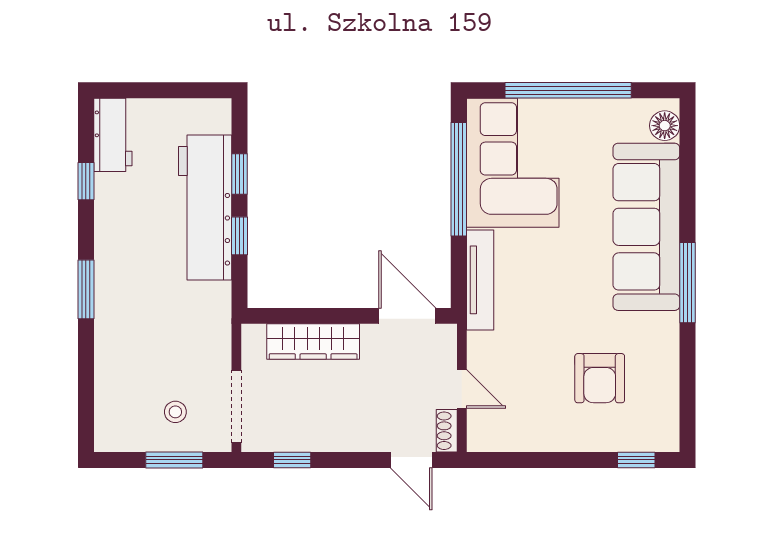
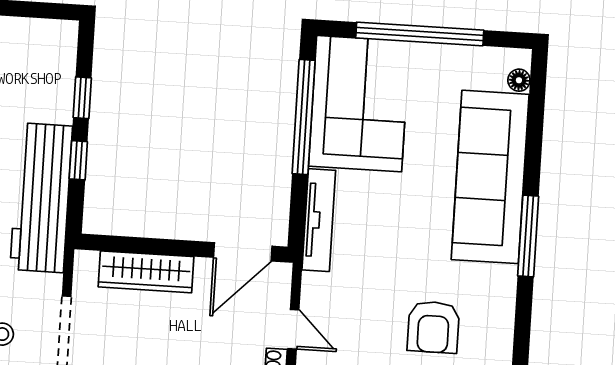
floor lamp: (665, 126) -> (519, 80), width x0.73, depth x0.73
workbench: (205, 207) -> (41, 198), moved
door: (407, 316) -> (243, 252), swing flipped

